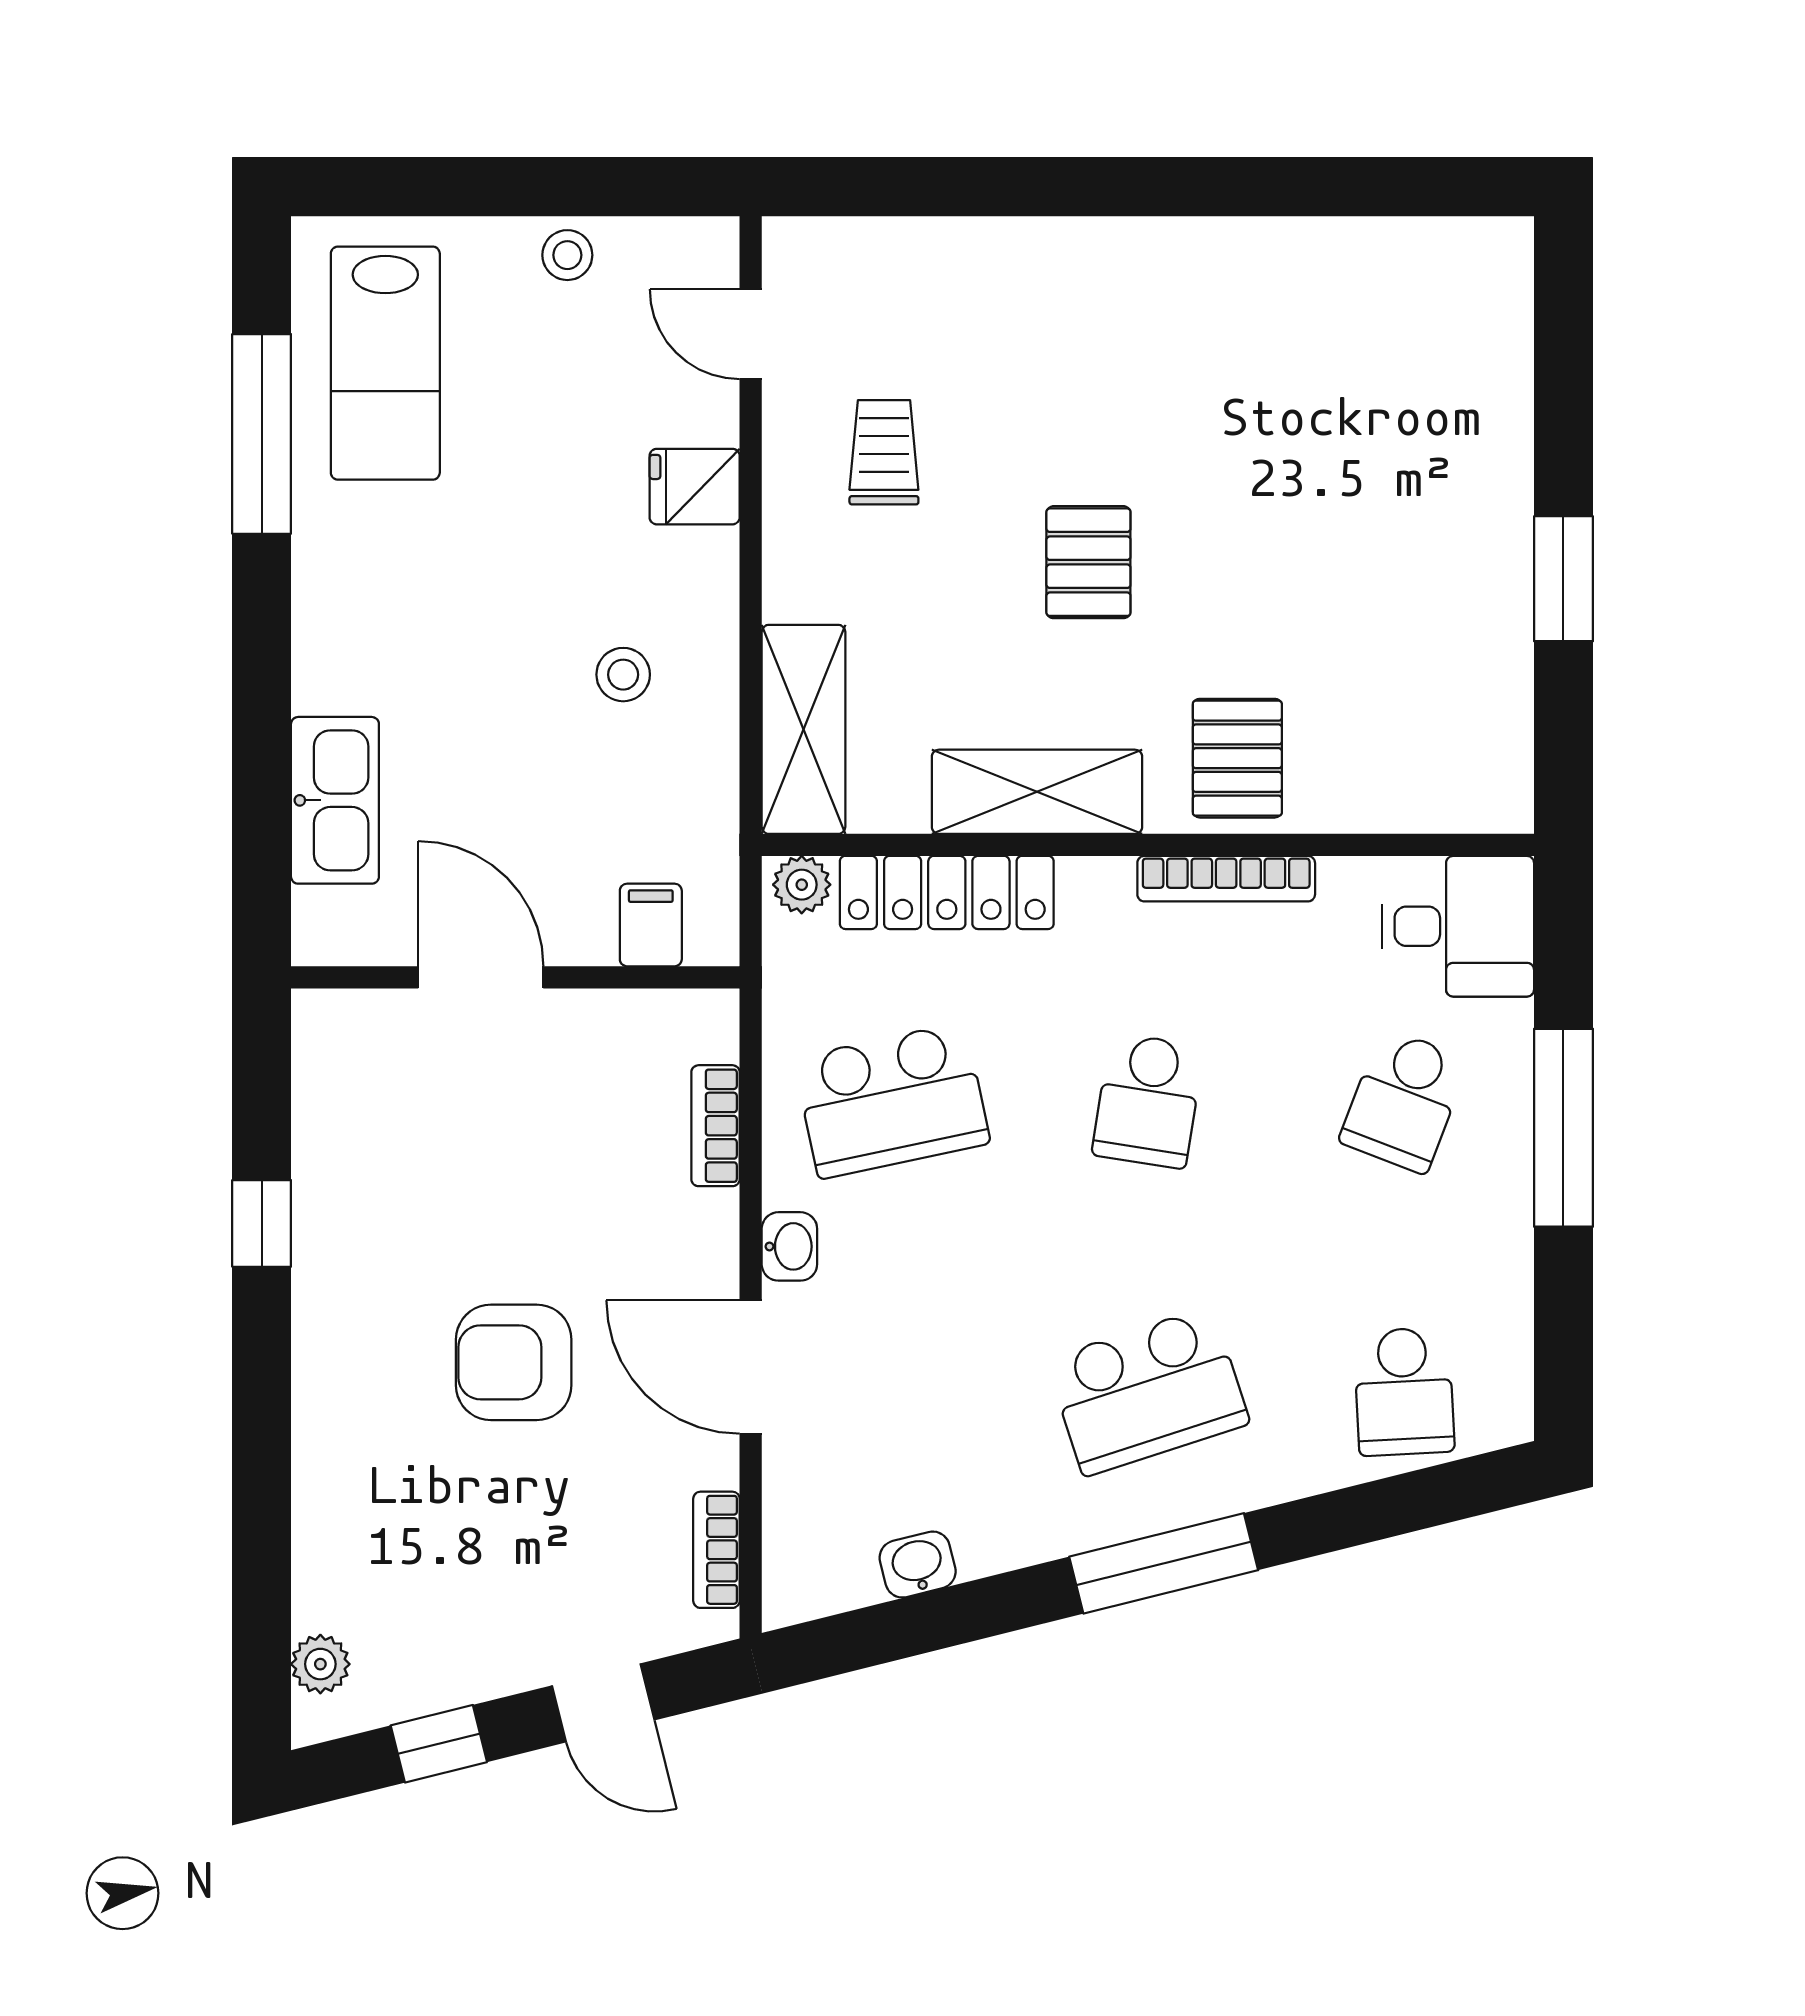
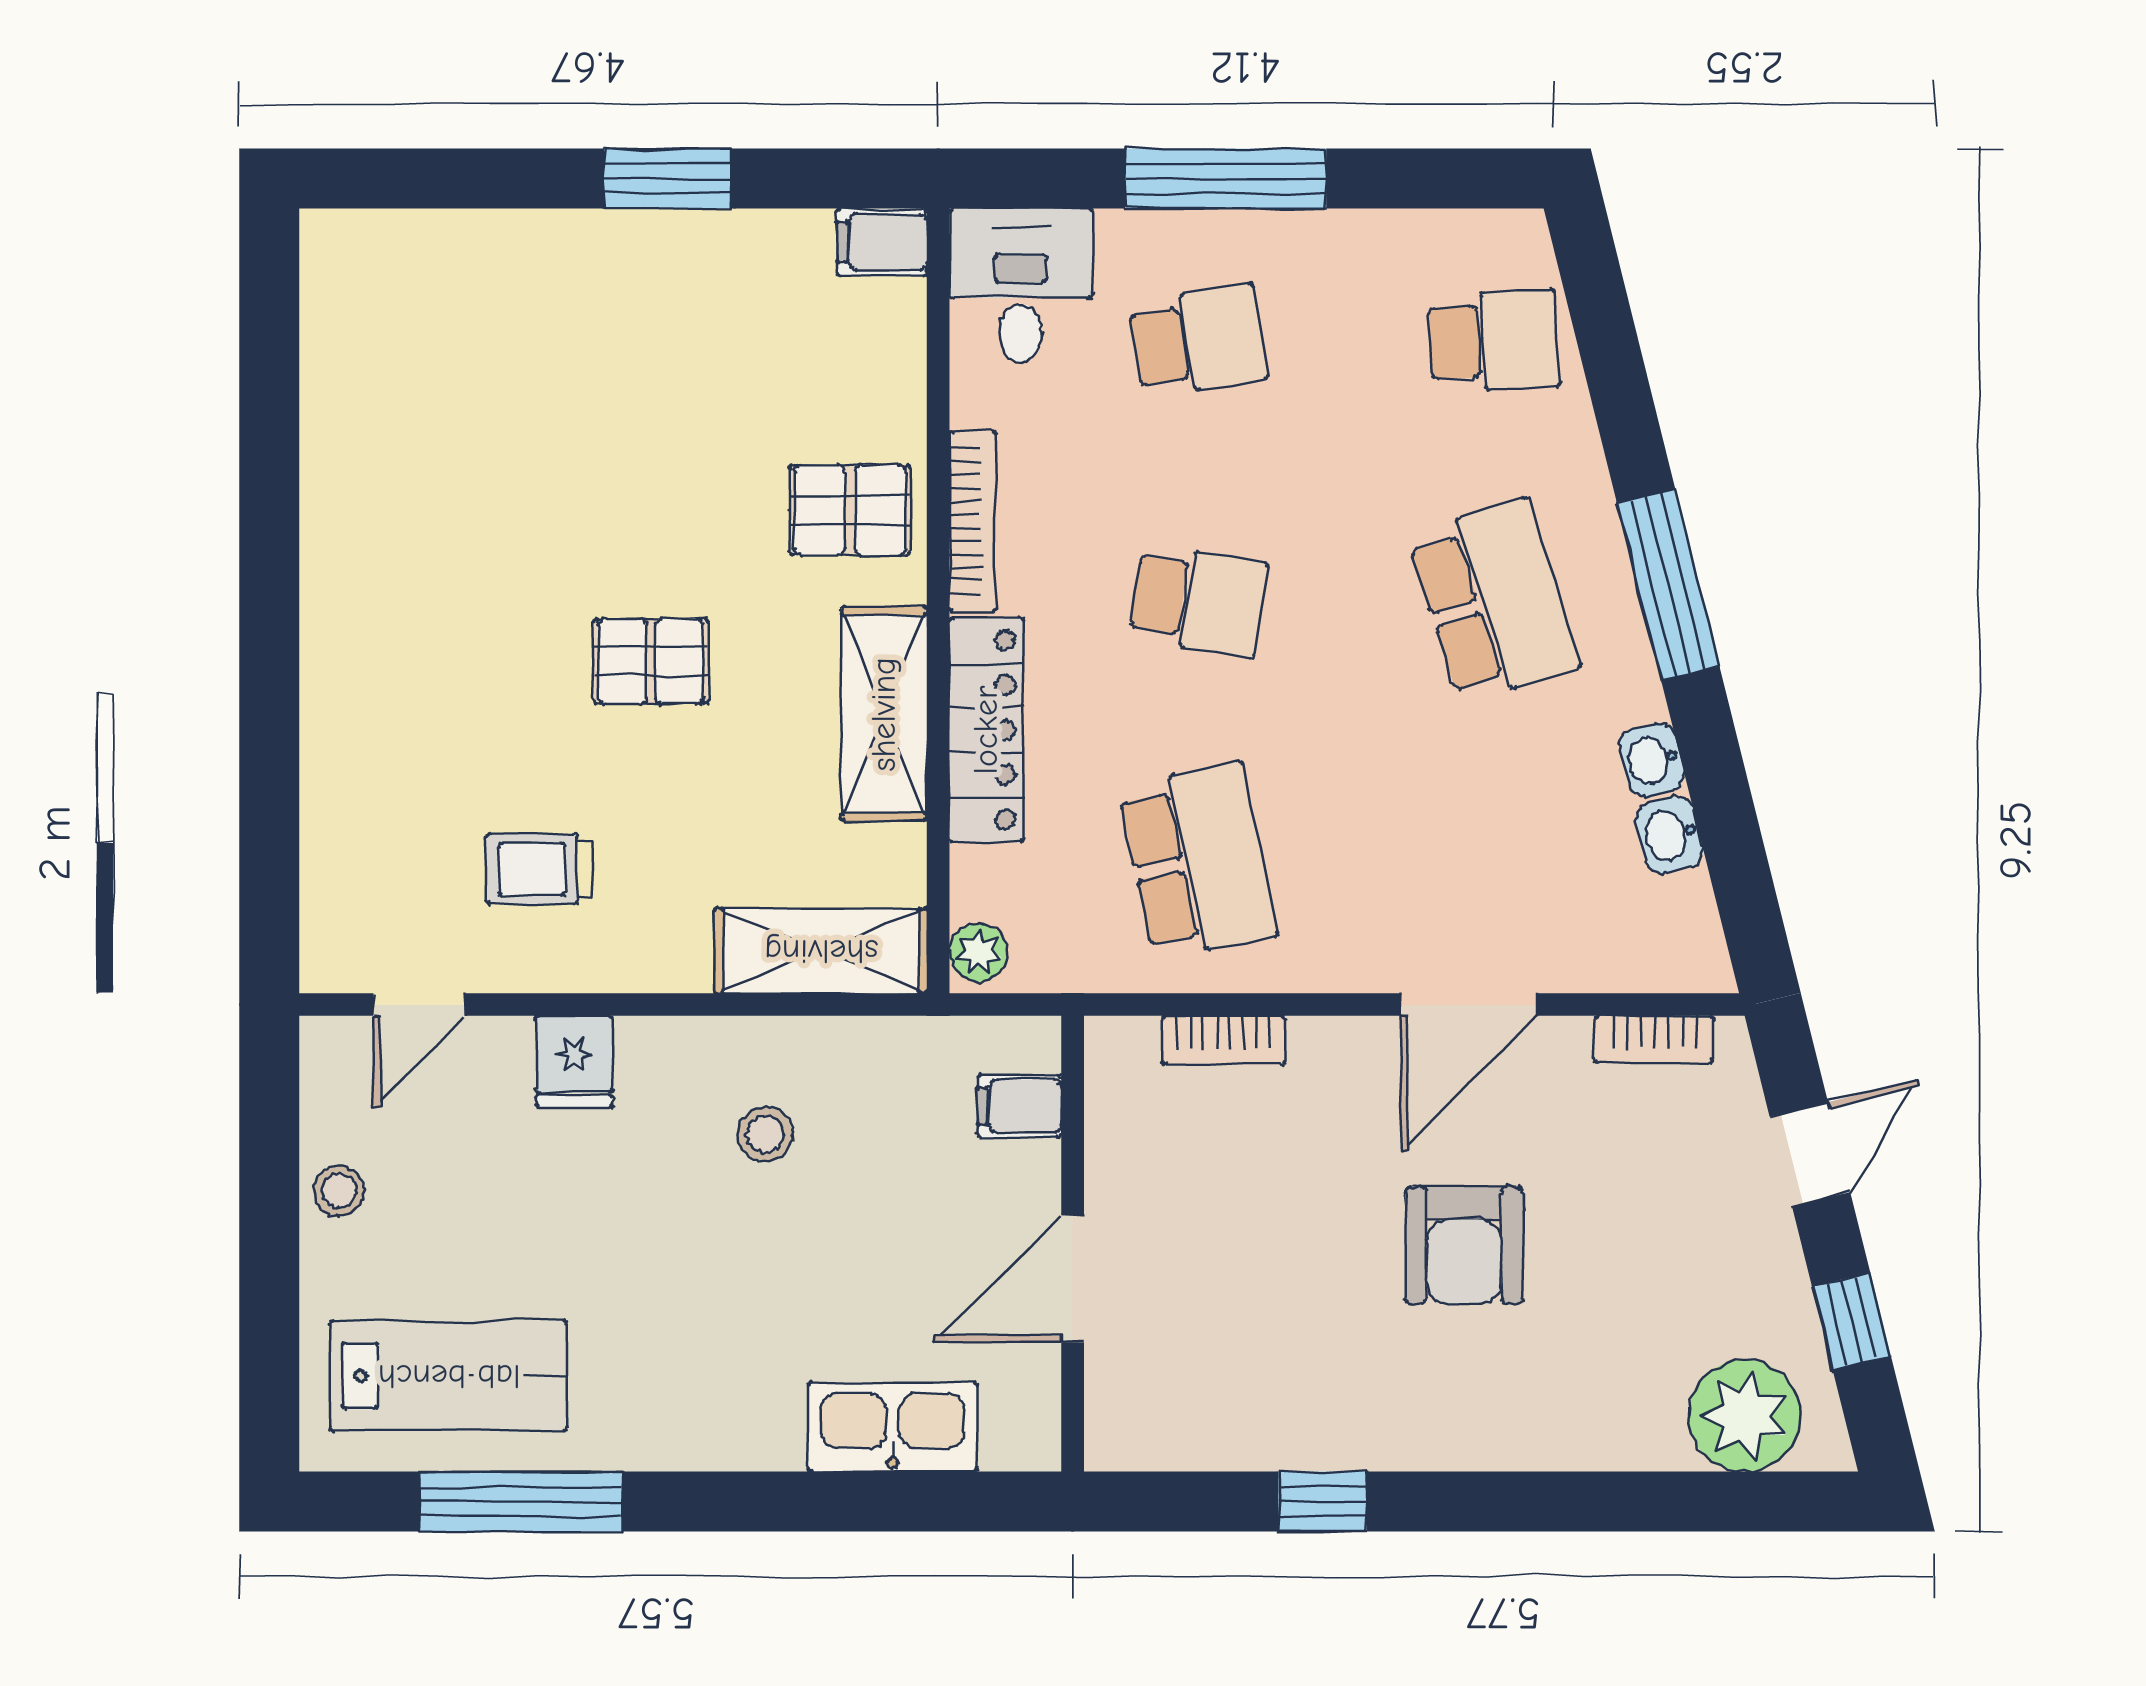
filing cabinet: (1501, 790) -> (882, 242), added
locker: (947, 892) -> (986, 730), moved
school desk: (1404, 1101) -> (1198, 341), turned -30
washbasin: (789, 1246) -> (1652, 760), moved, turned -104
plant: (320, 1664) -> (1744, 1416), width x1.87, depth x1.87

